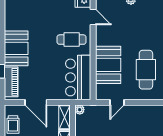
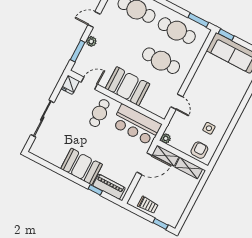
booth: (108, 65) -> (128, 86), moved
door: (36, 102) -> (144, 164), moved

